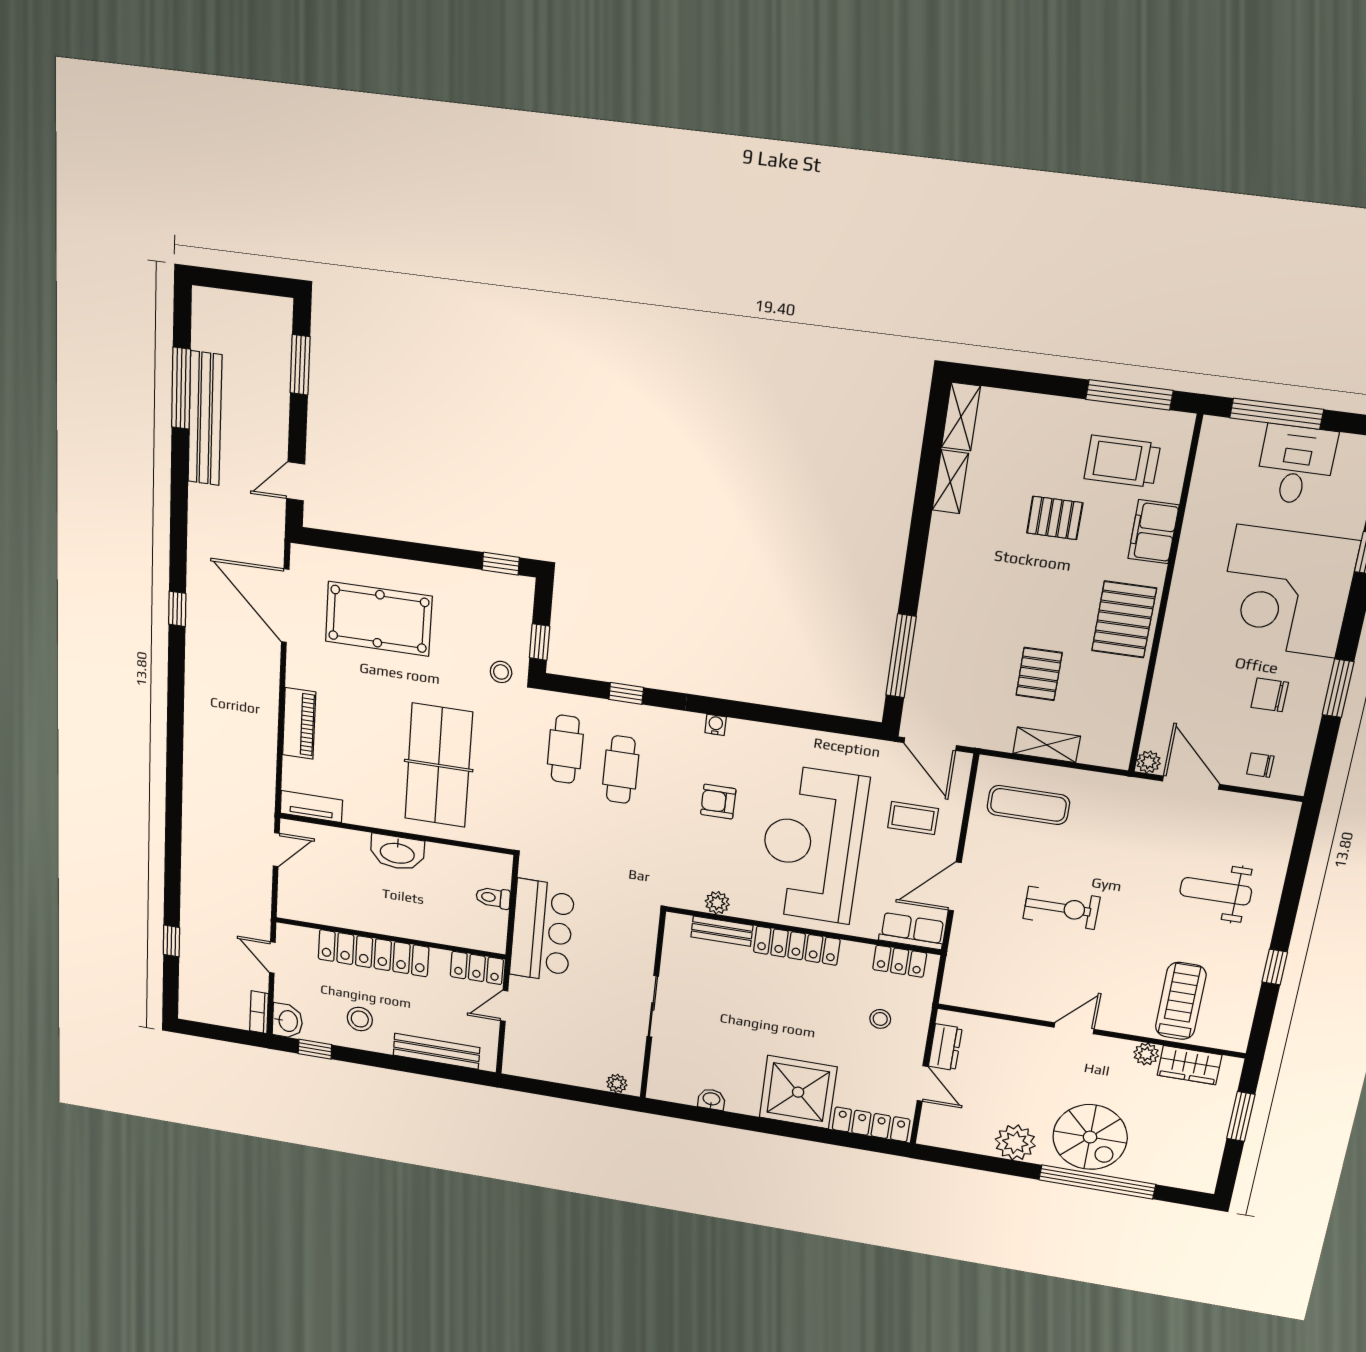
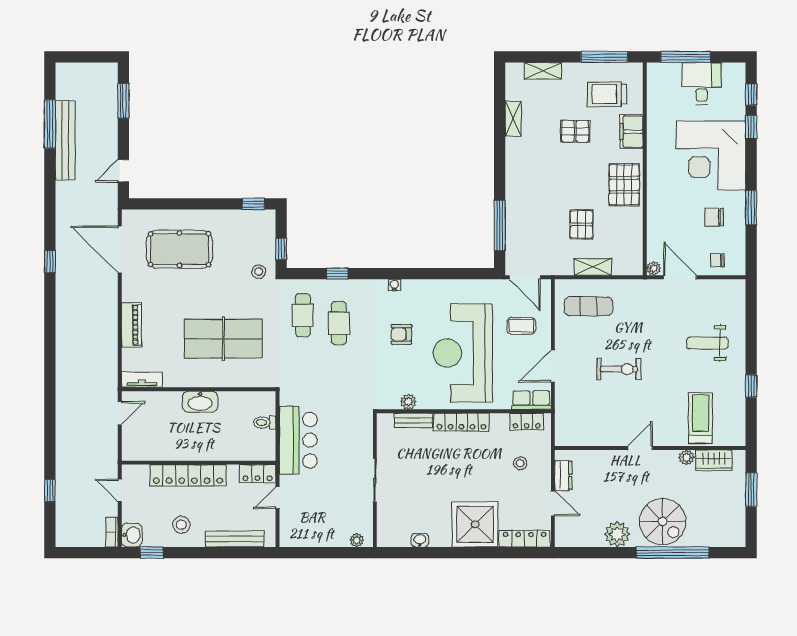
shelving: (961, 417) -> (543, 71), moved, turned 90
table tennis table: (439, 766) -> (223, 339), turned 90

